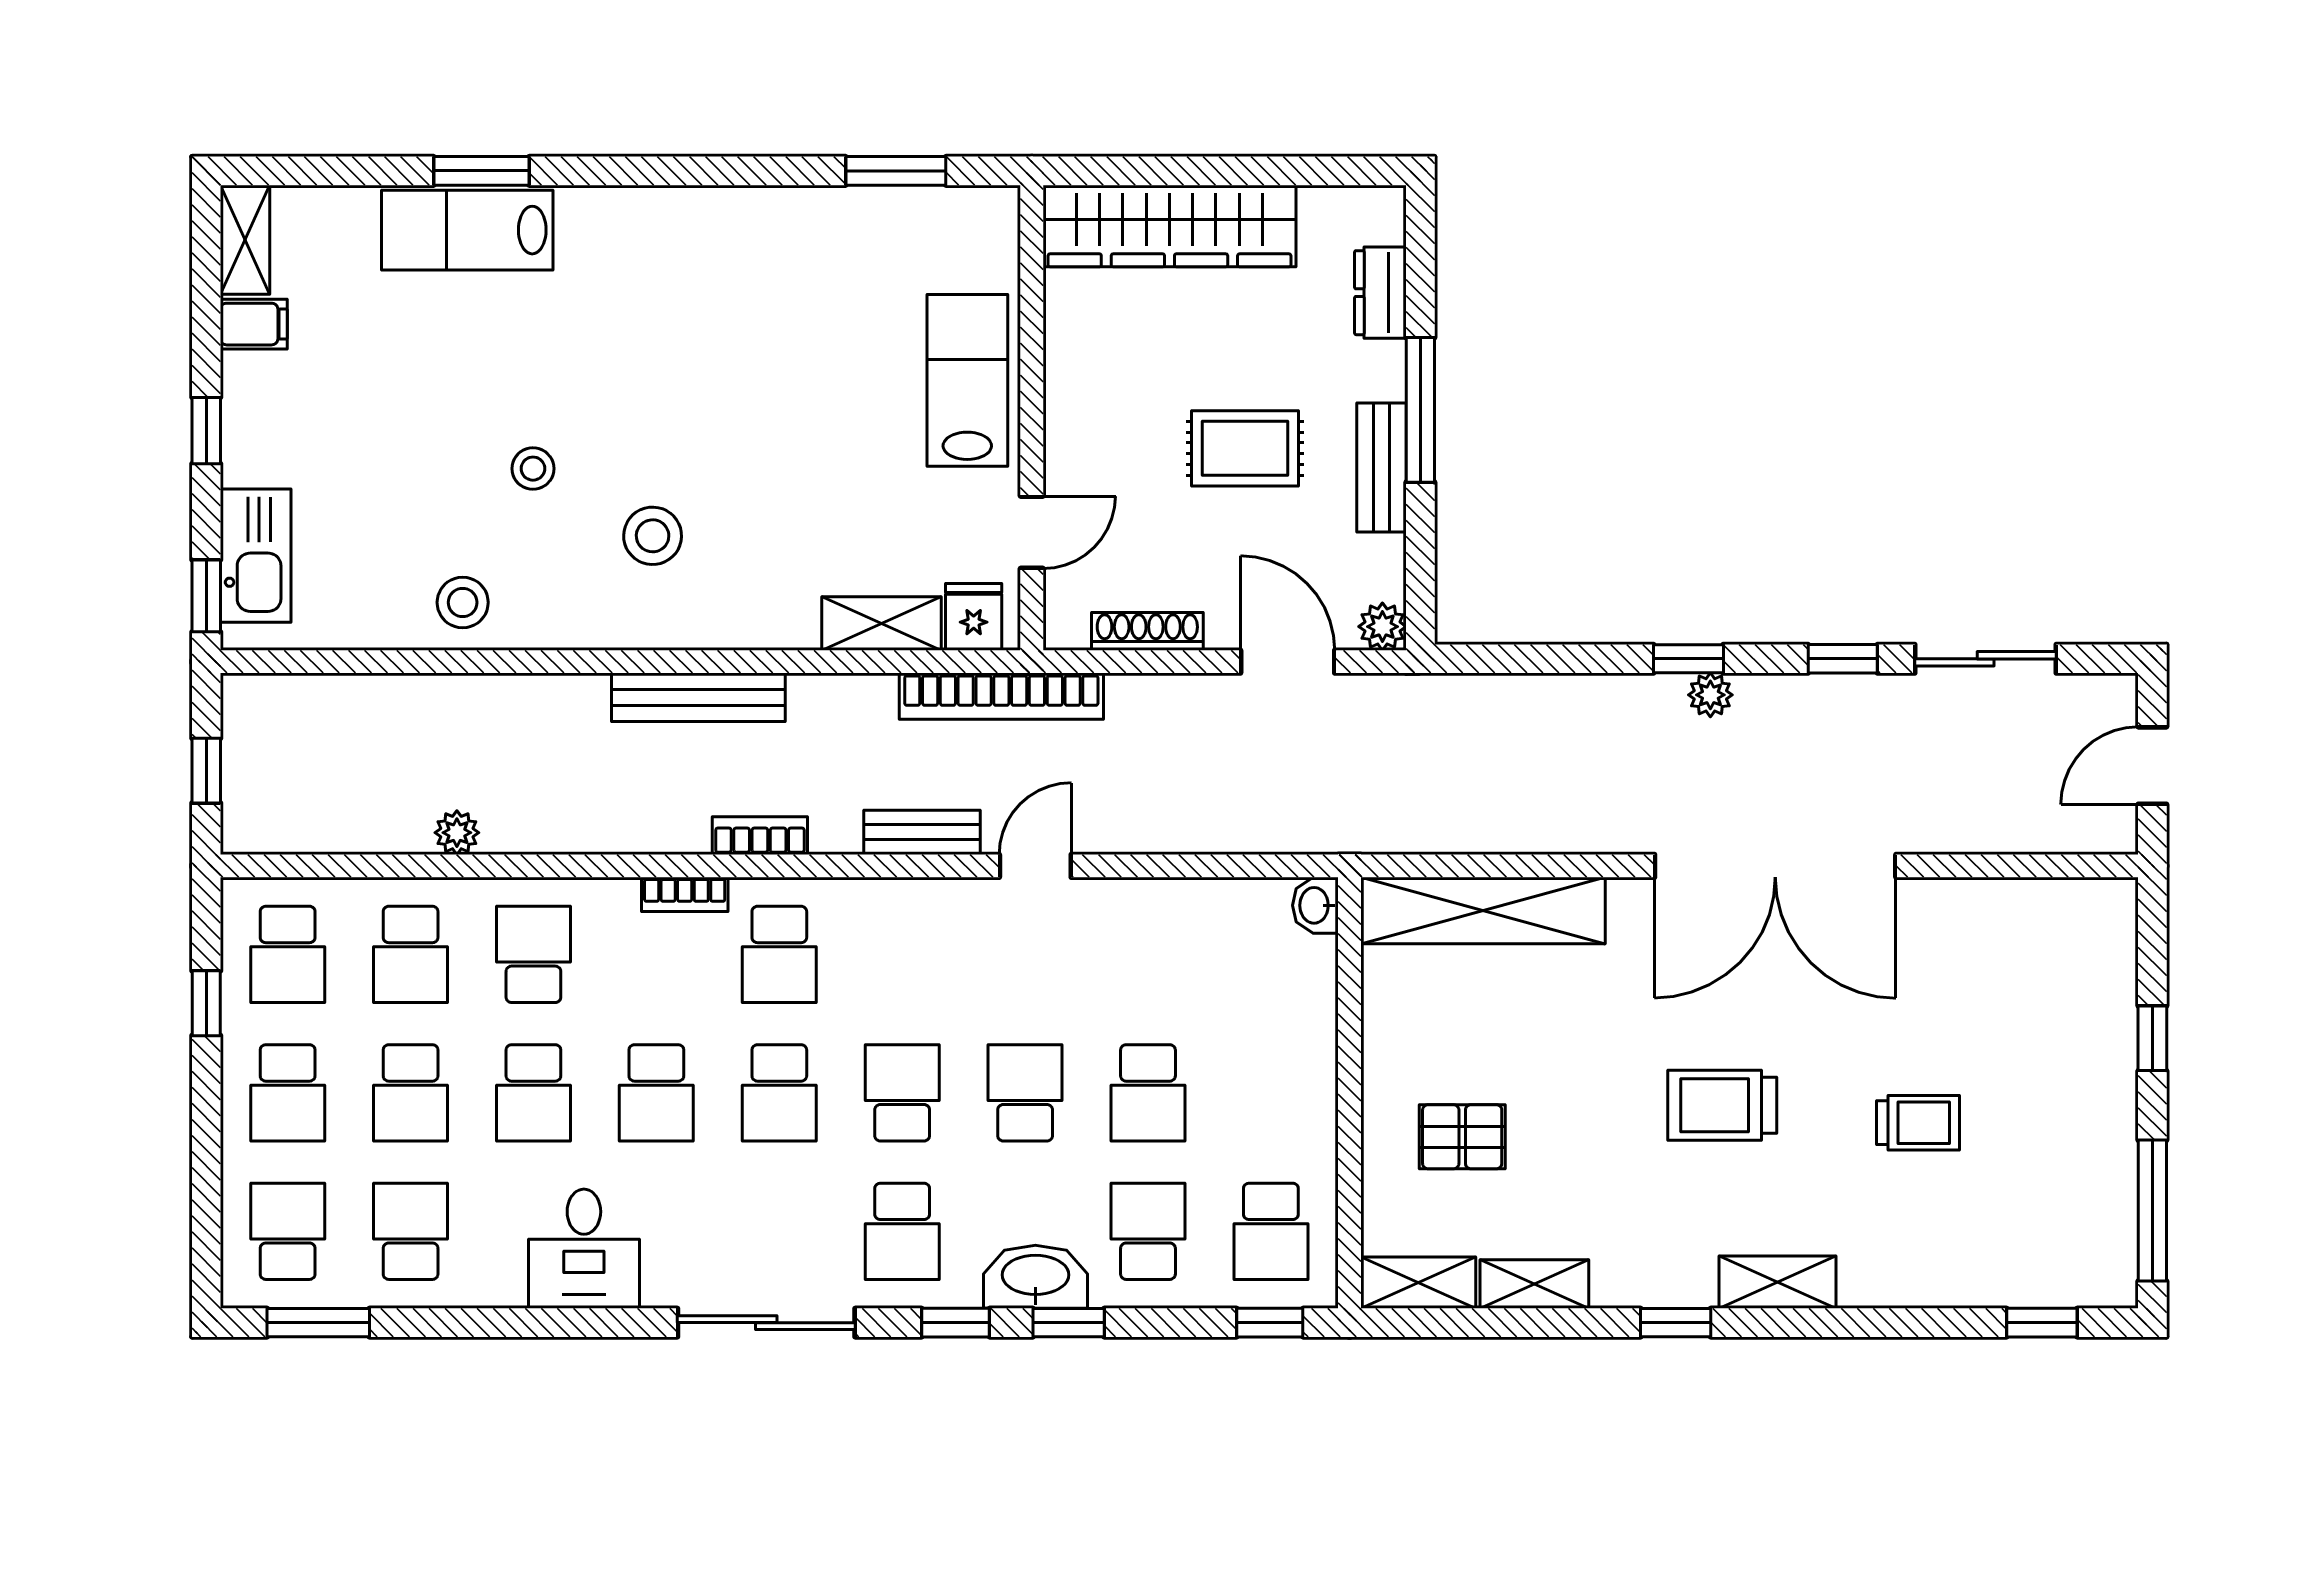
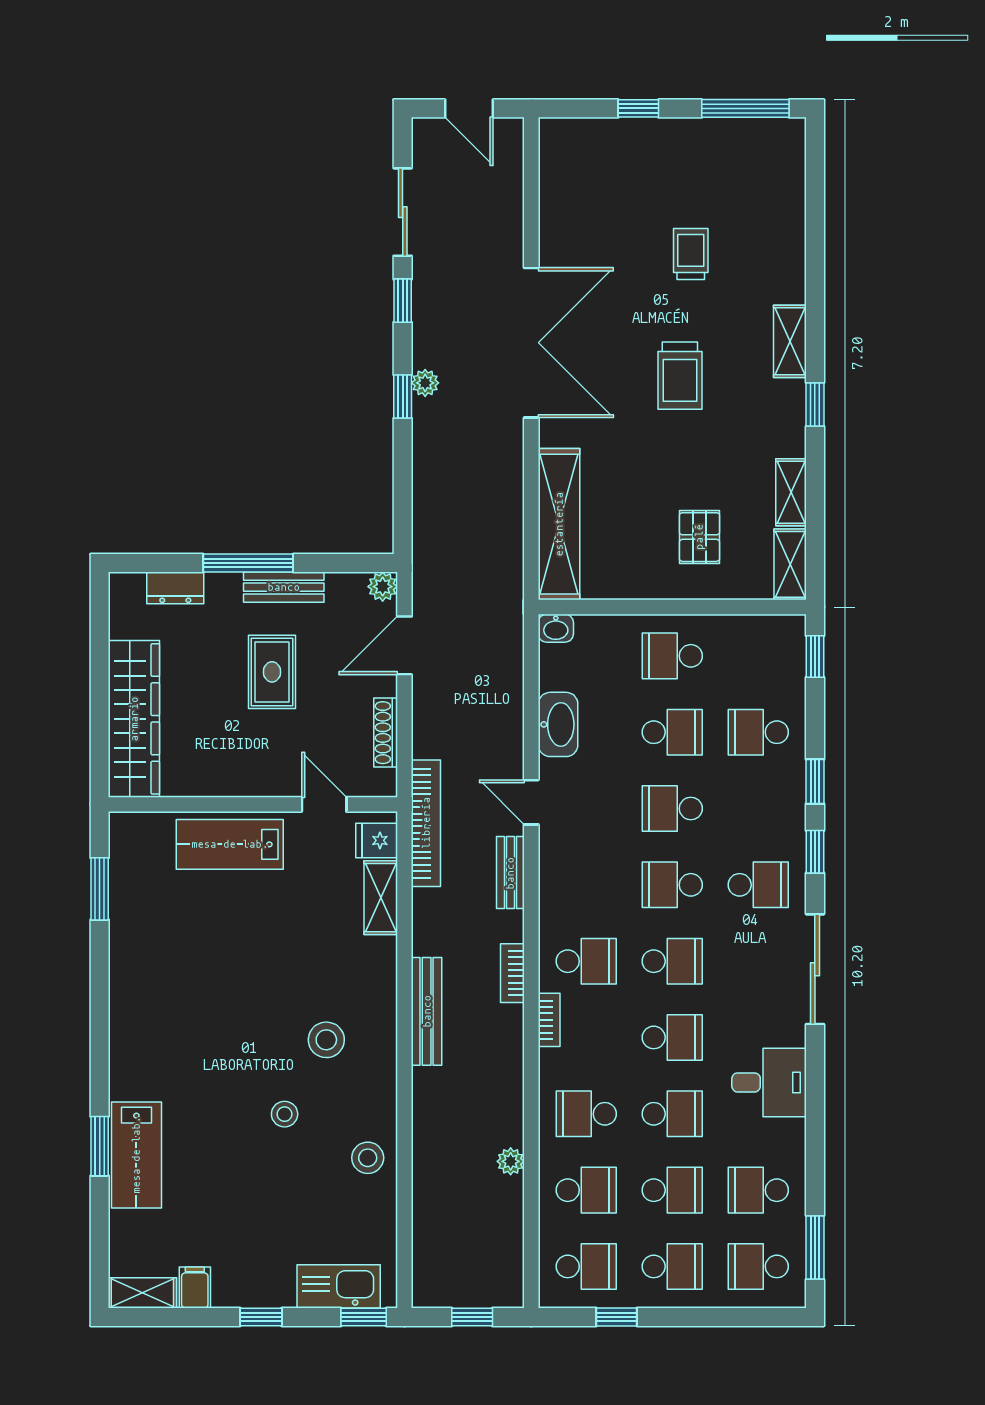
school desk: (1271, 1231) -> (672, 656), moved, turned 180
washbasin: (1035, 1277) -> (558, 724), moved, turned 180
window: (2042, 1323) -> (815, 177), removed

